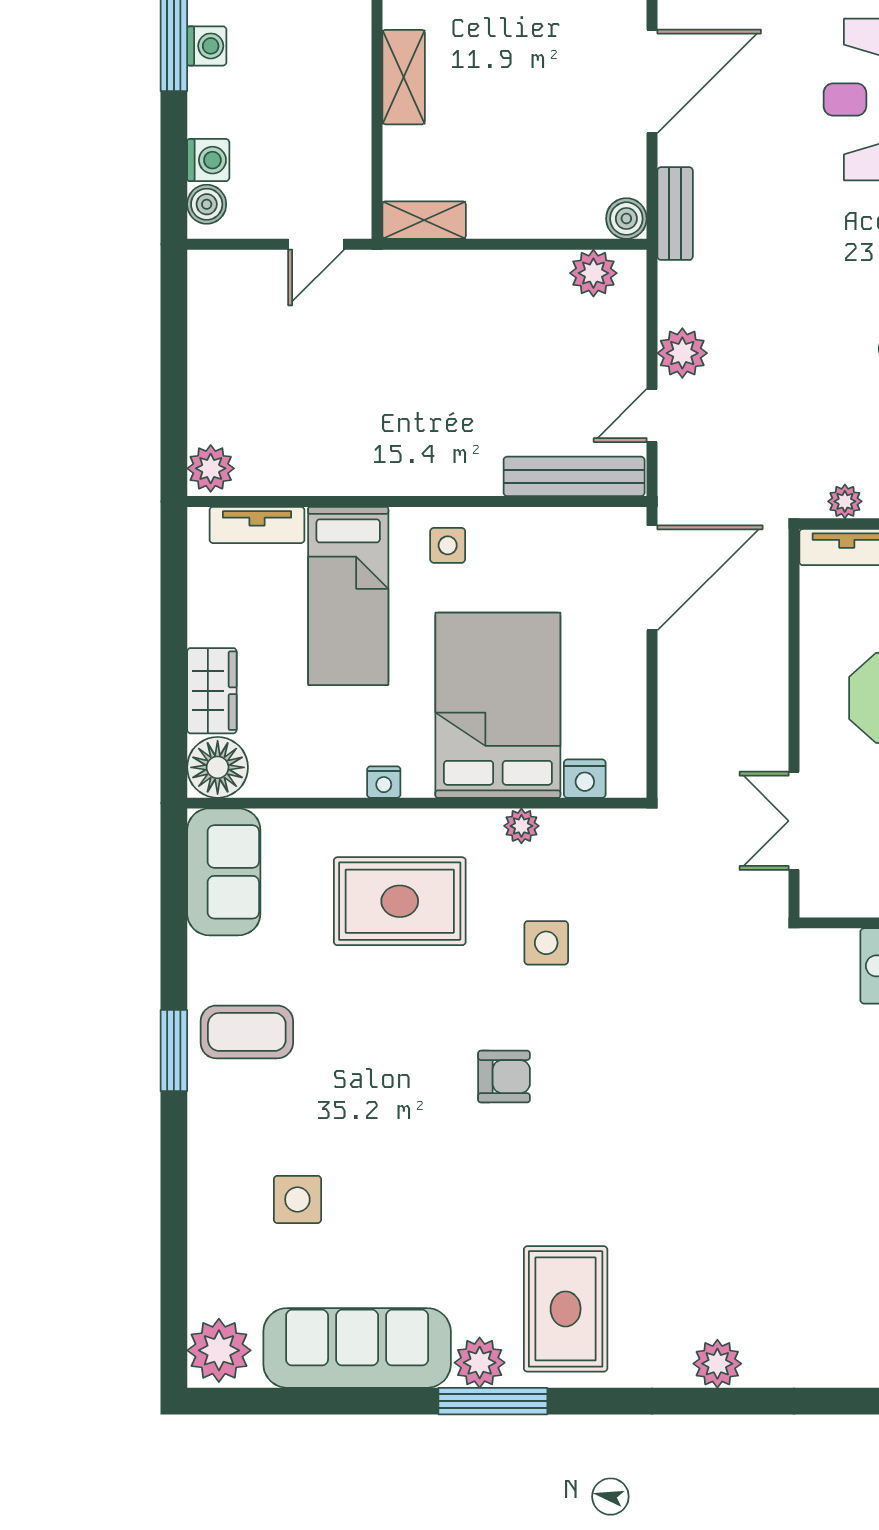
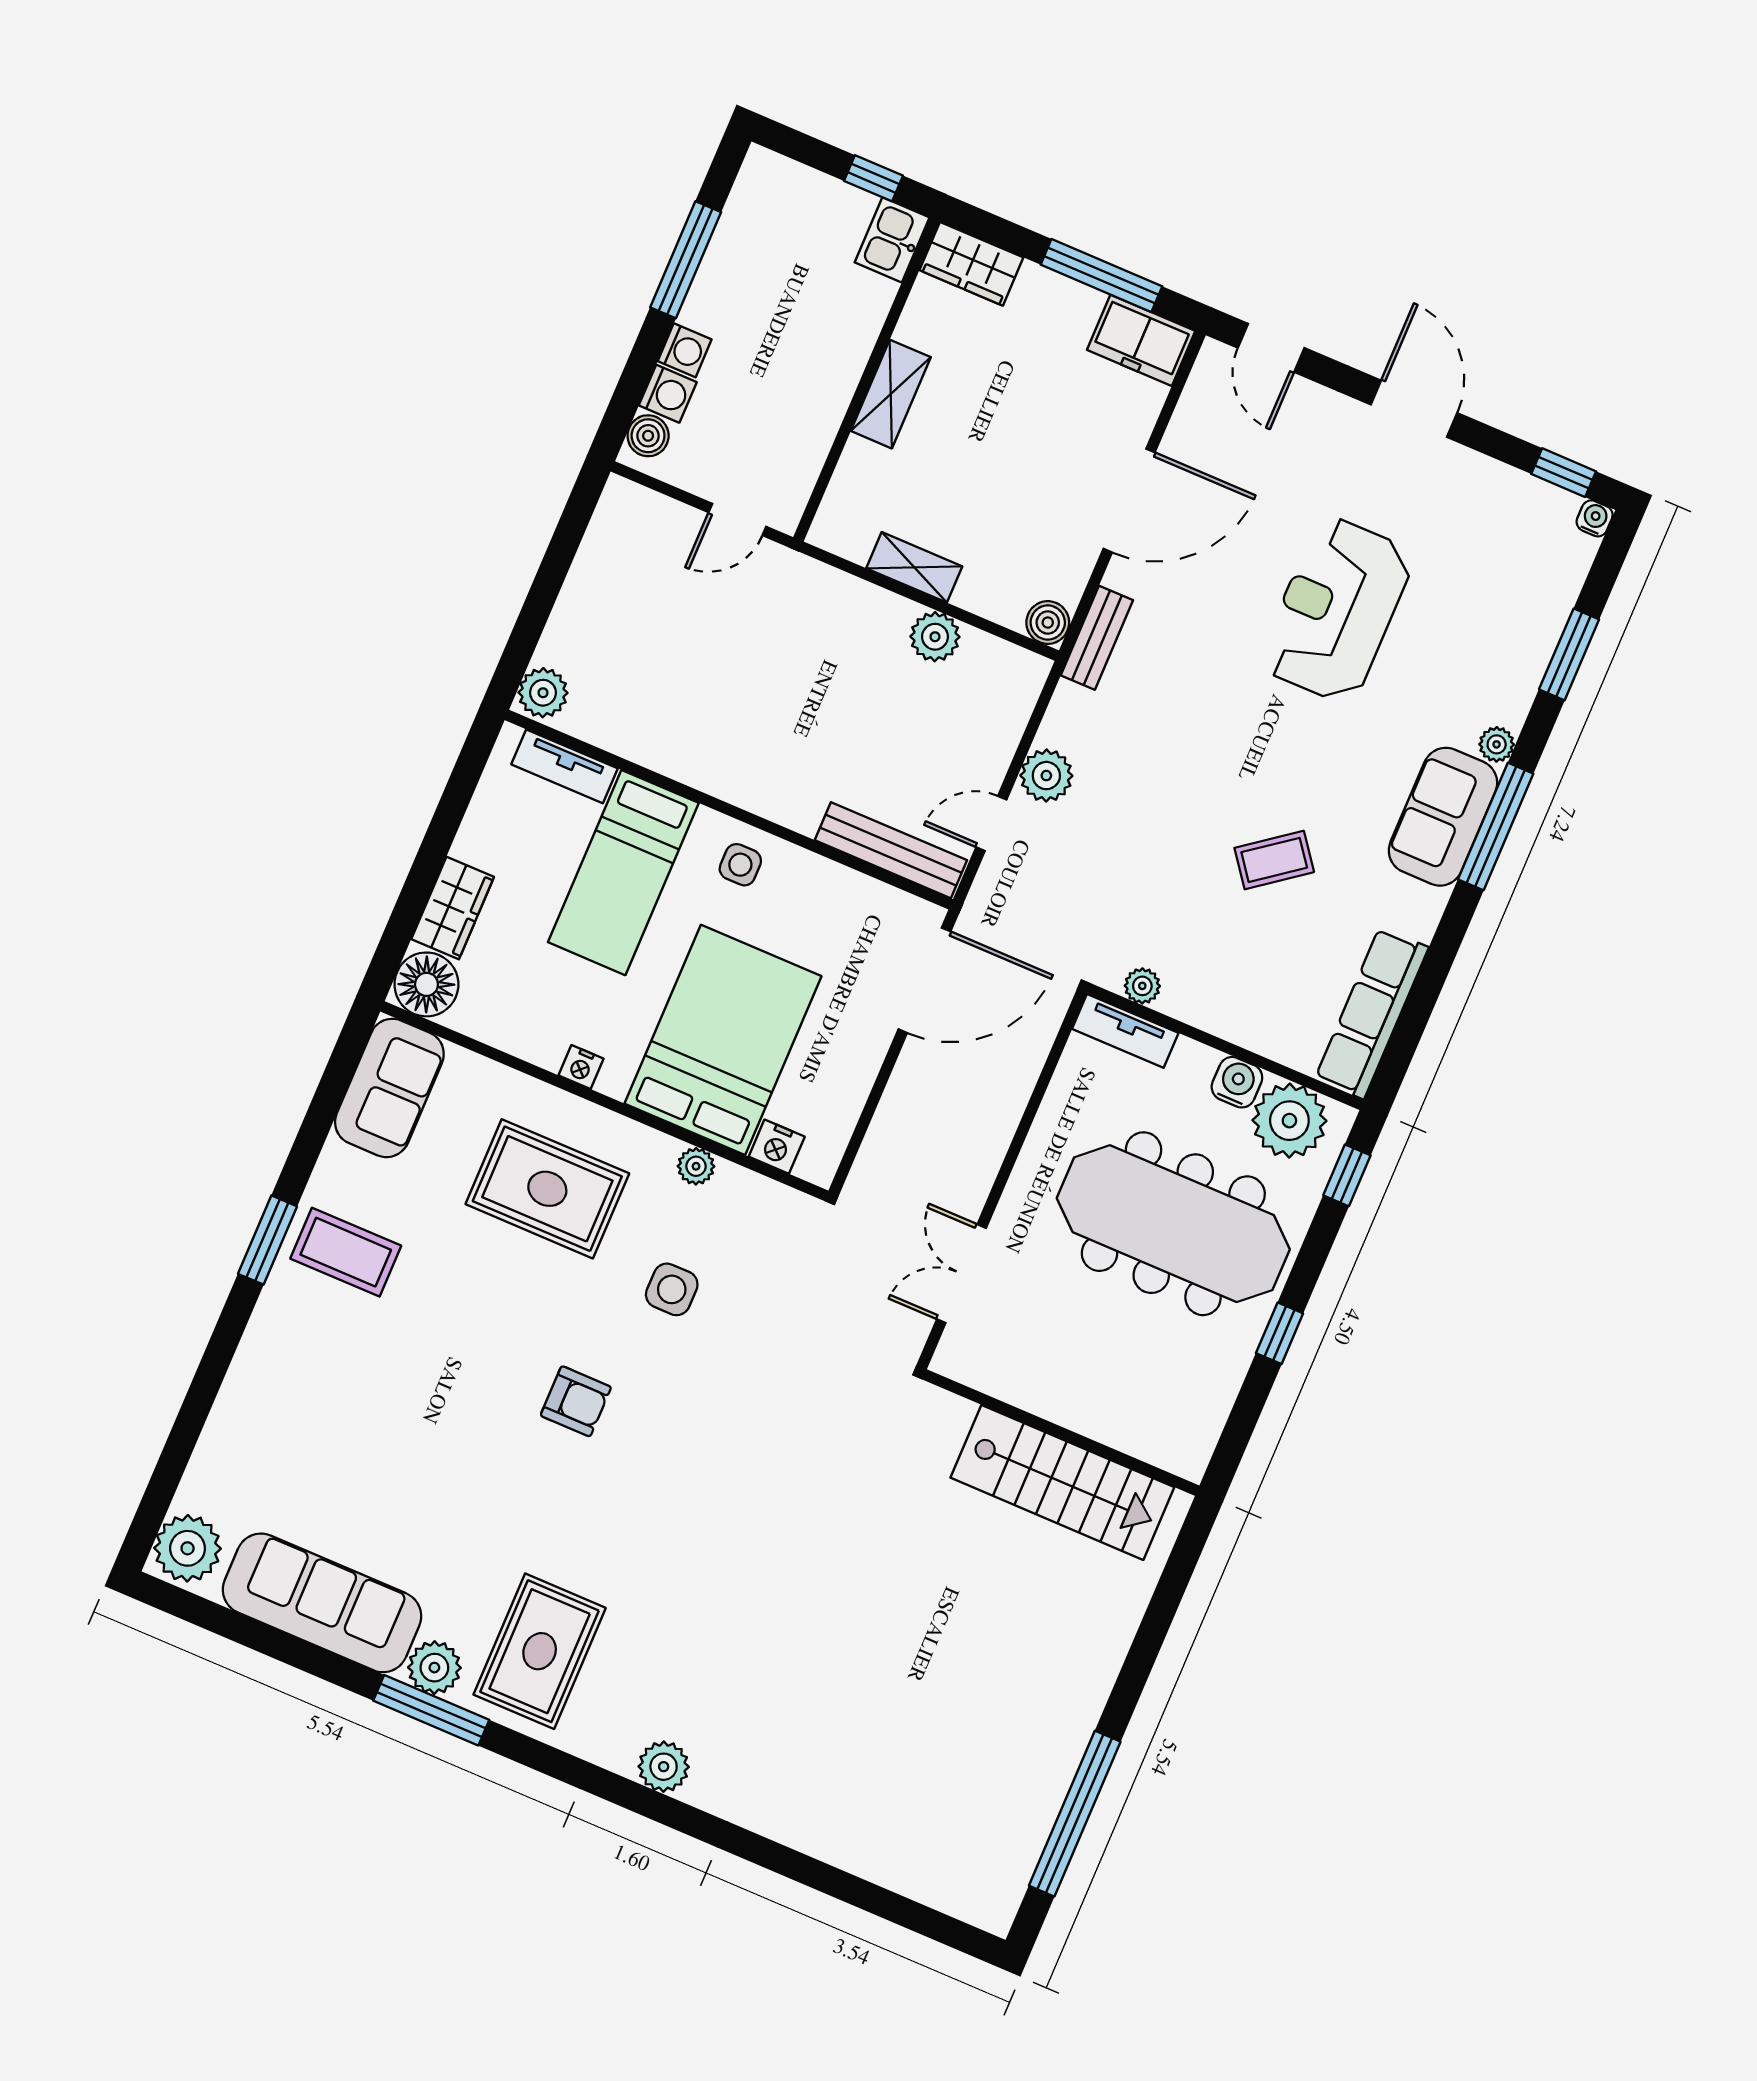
washing machine: (207, 46) -> (685, 350), moved
shelving: (424, 220) -> (914, 567), moved
plant: (593, 273) -> (935, 637), moved
side table: (297, 1199) -> (326, 1435), removed

